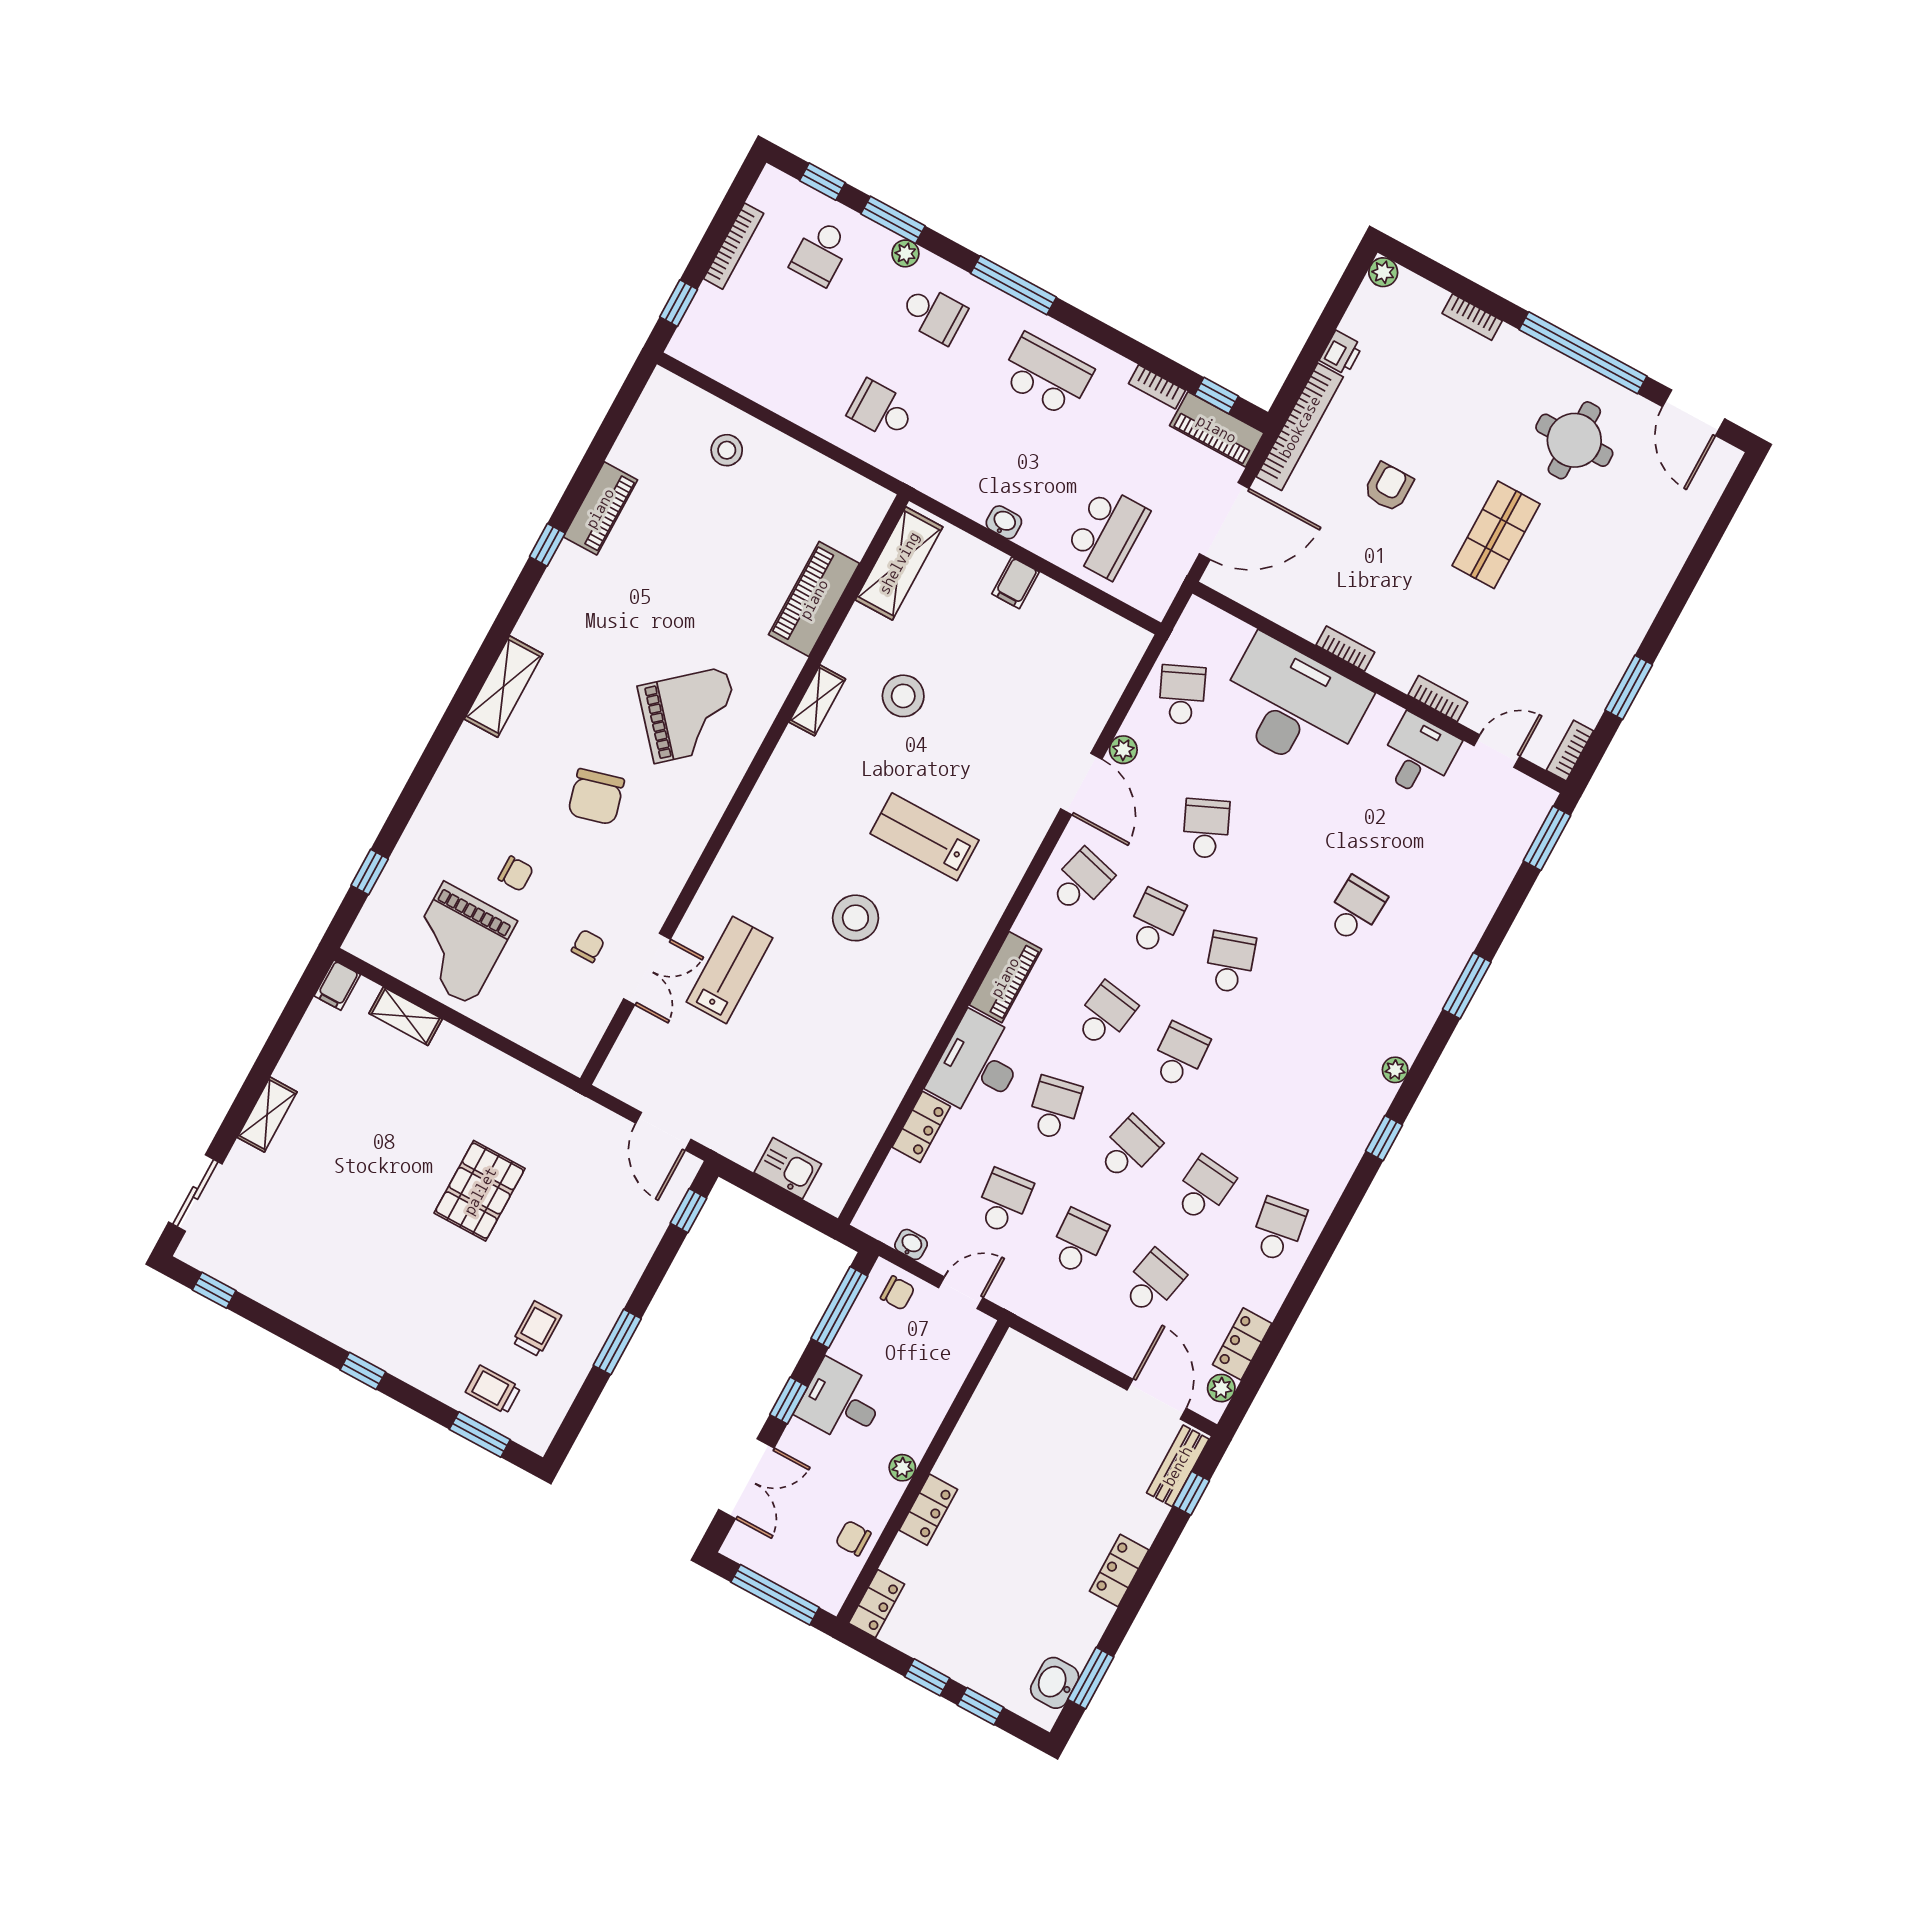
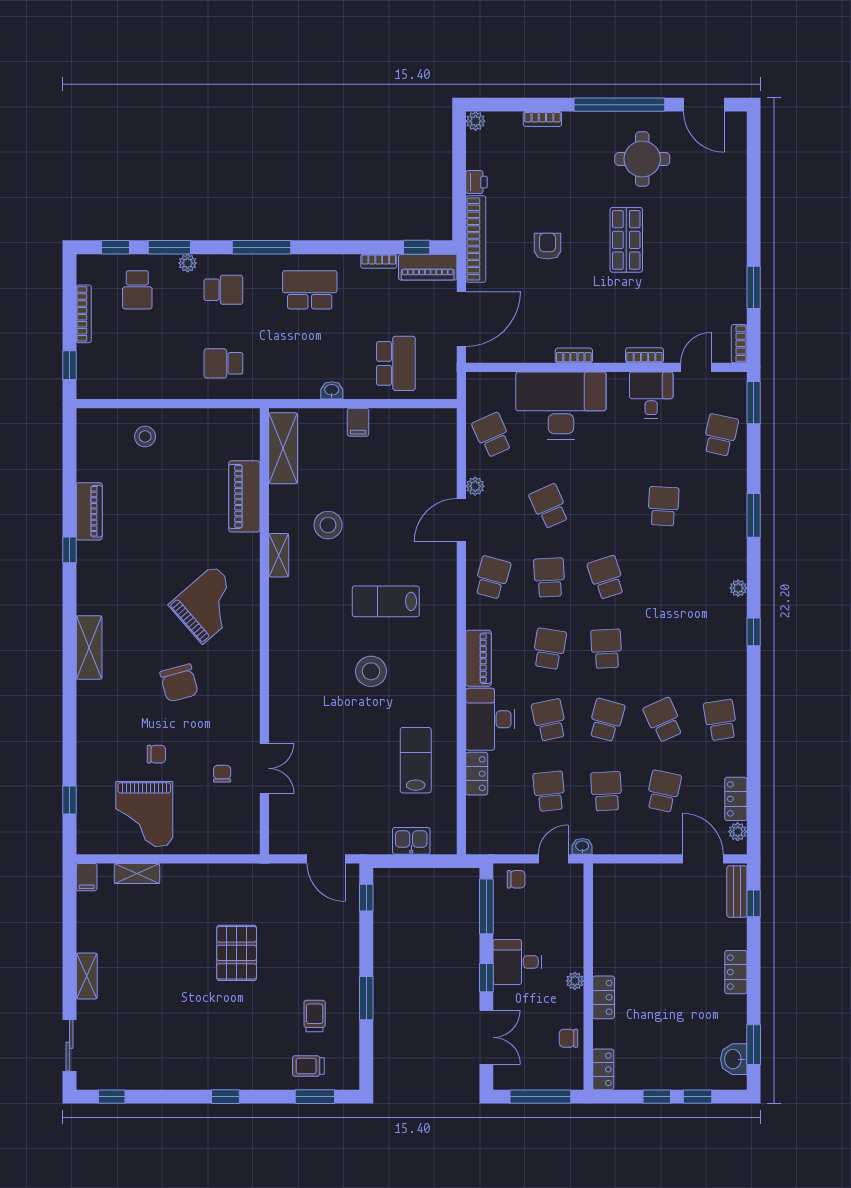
door: (1081, 784) -> (461, 520), swing flipped
school desk: (1481, 857) -> (720, 435), added
lab bench: (730, 970) -> (416, 760), moved
school desk: (1204, 1189) -> (663, 720), turned -30
washbasin: (911, 1244) -> (582, 846), moved

